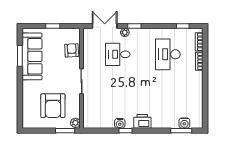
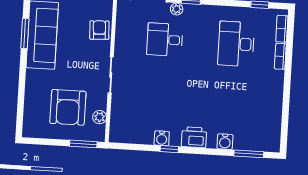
plant: (75, 123) -> (100, 117), moved
water cooler: (184, 123) -> (225, 142), moved

